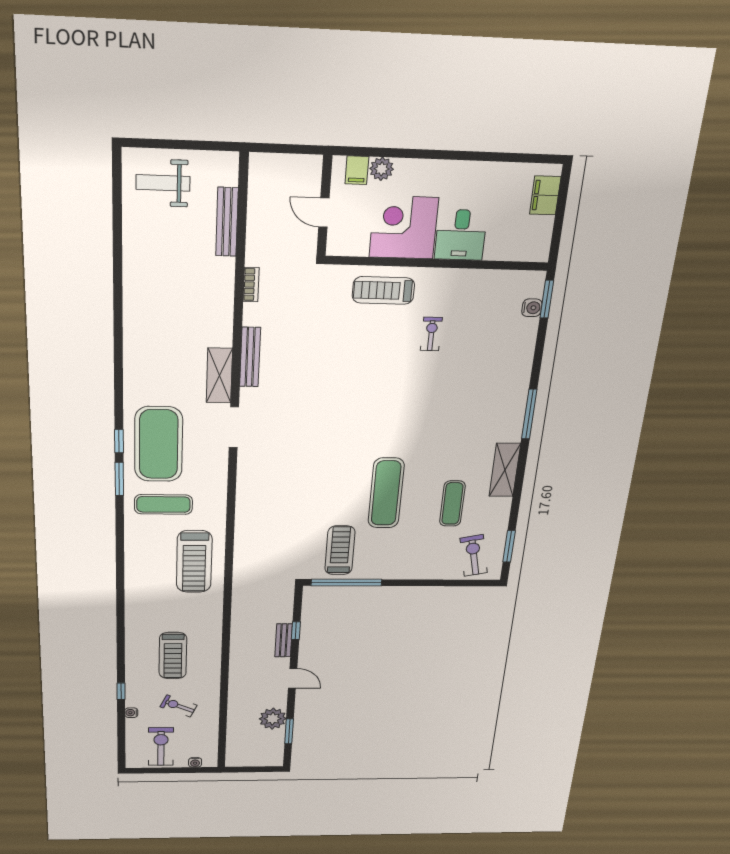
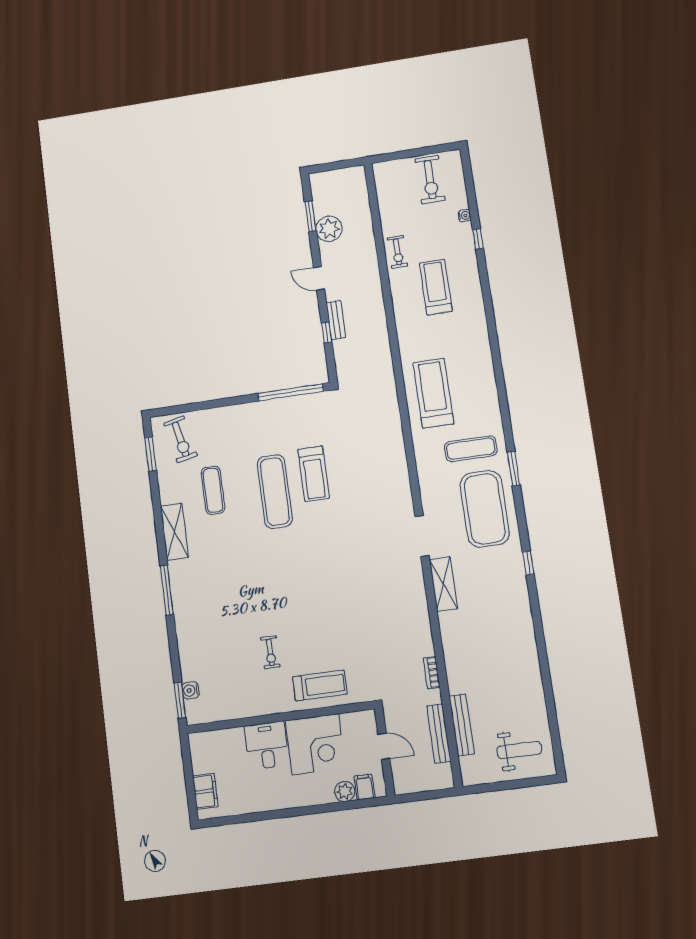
bench: (250, 357) -> (439, 734), moved
window: (119, 441) -> (528, 563), moved
treadmill: (340, 550) -> (314, 474), moved
exercise bike: (178, 706) -> (397, 252), moved, turned 66
water cooler: (195, 762) -> (394, 166), removed

